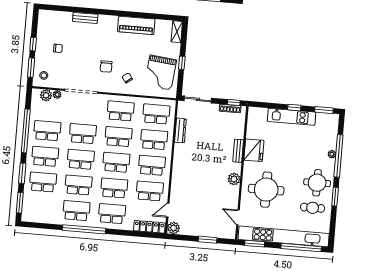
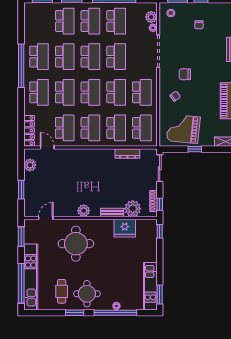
window: (294, 108) -> (160, 231), moved
kitchen unit: (292, 117) -> (150, 286), moved
plant: (236, 130) -> (133, 209), added
fridge: (254, 150) -> (125, 228), moved
plant: (174, 228) -> (30, 165), moved
kitchen unit: (284, 236) -> (31, 277), width x0.73

